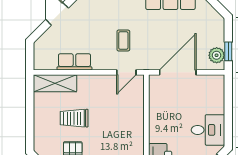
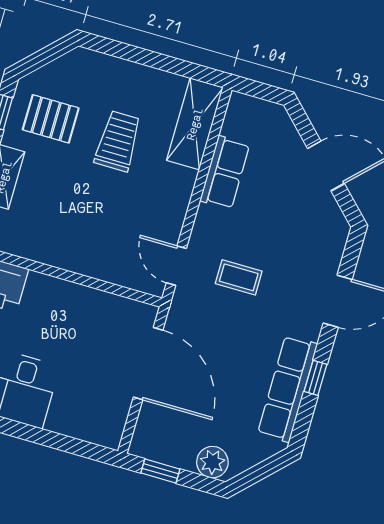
plant: (217, 55) -> (212, 462), moved

